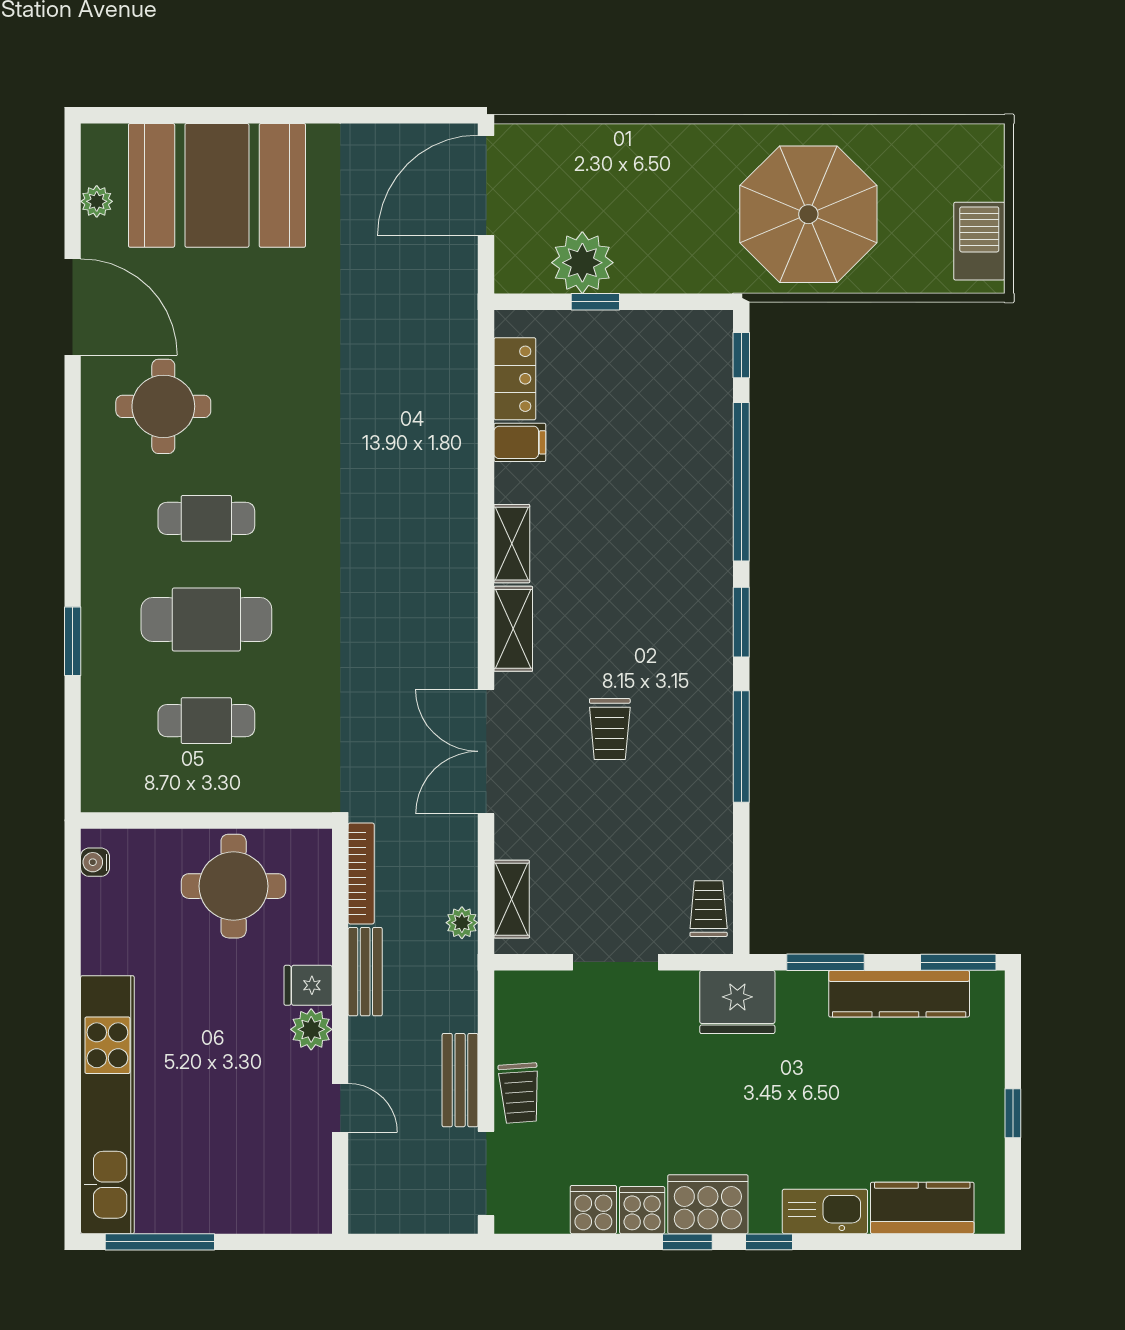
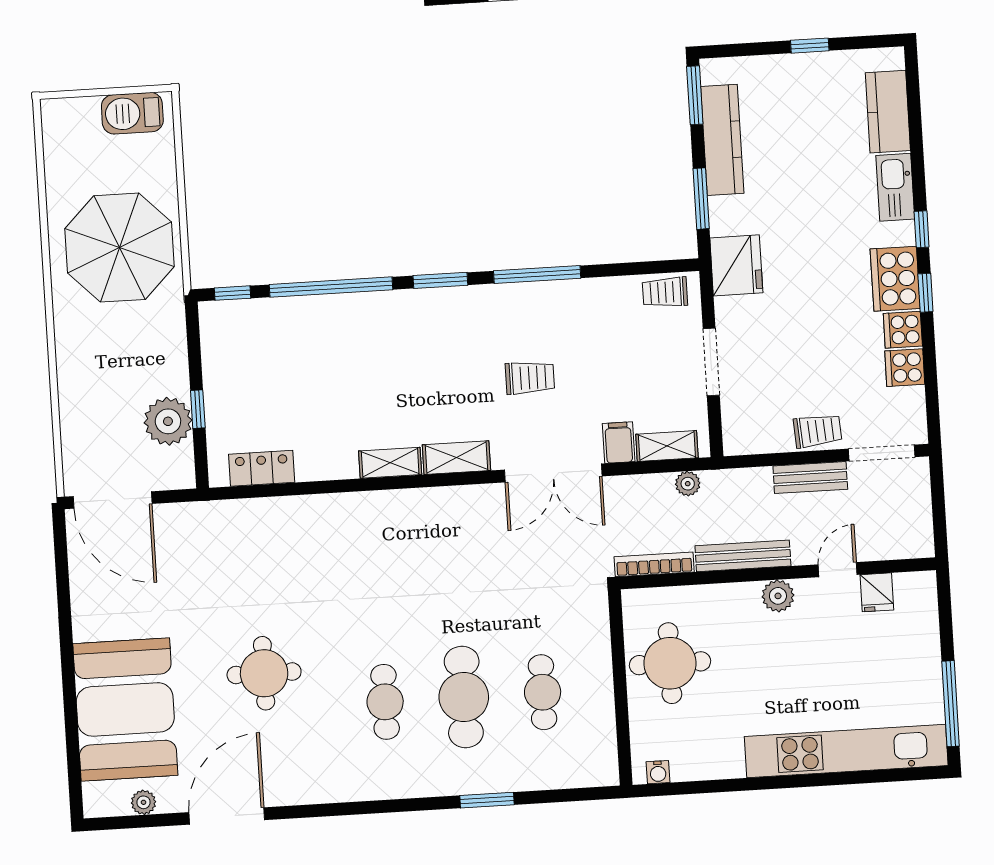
round table: (163, 406) -> (264, 673), moved
filing cabinet: (520, 442) -> (619, 443), moved
bench: (365, 972) -> (743, 556), width x1.36
fridge: (308, 985) -> (877, 592), moved

